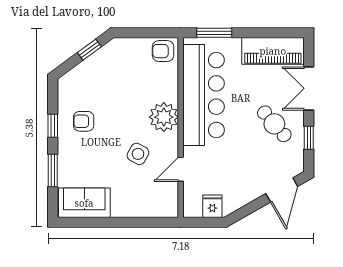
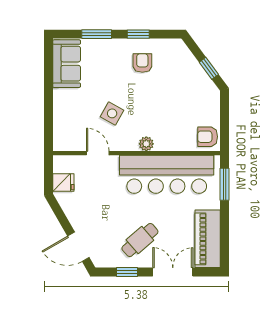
armchair: (163, 51) -> (208, 137), turned -90
plant: (164, 117) -> (146, 144), width x0.53, depth x0.53

